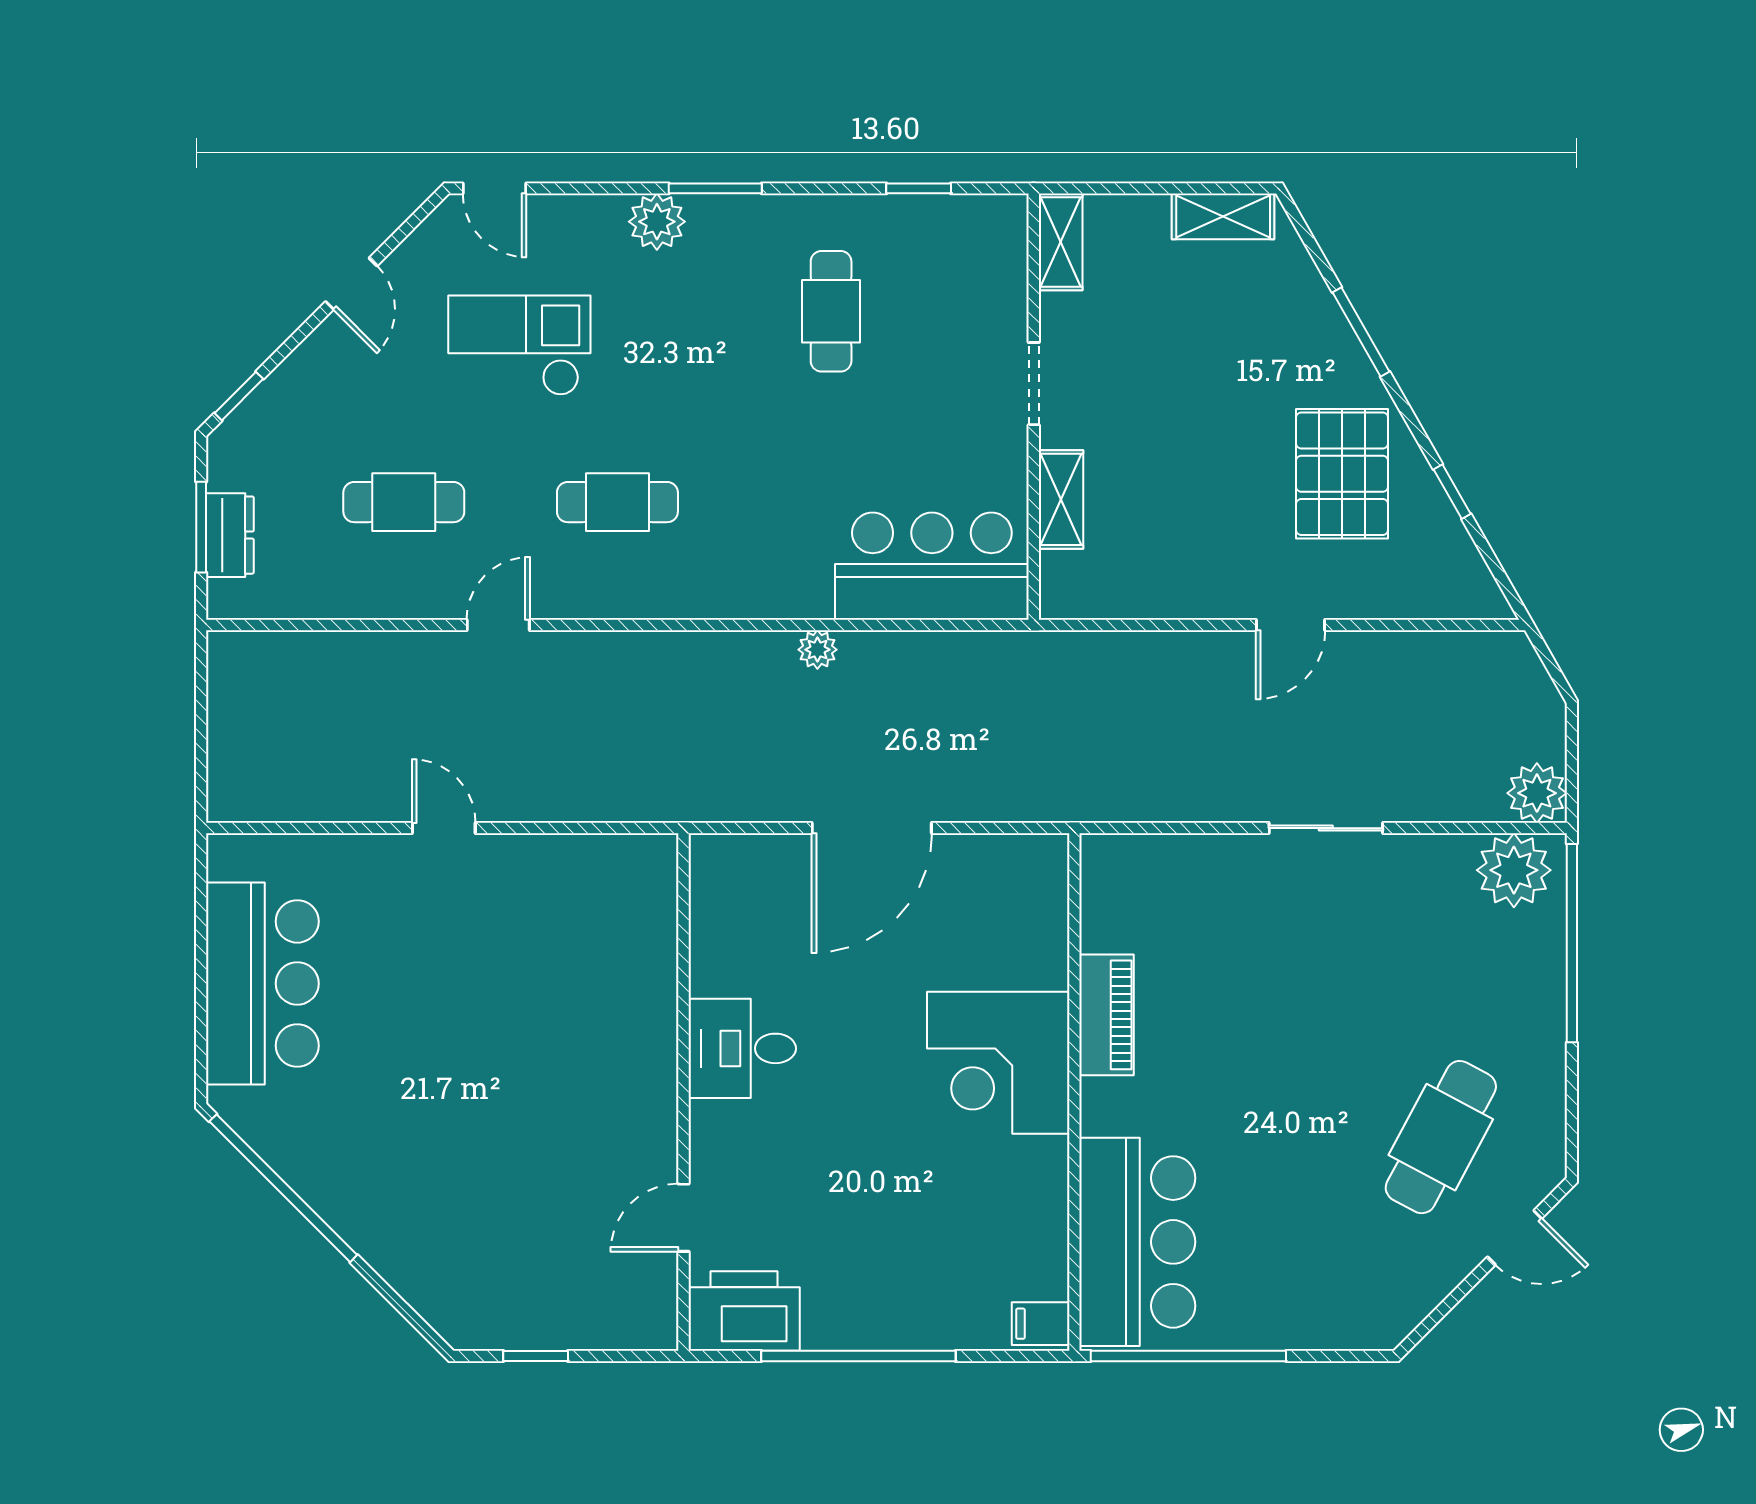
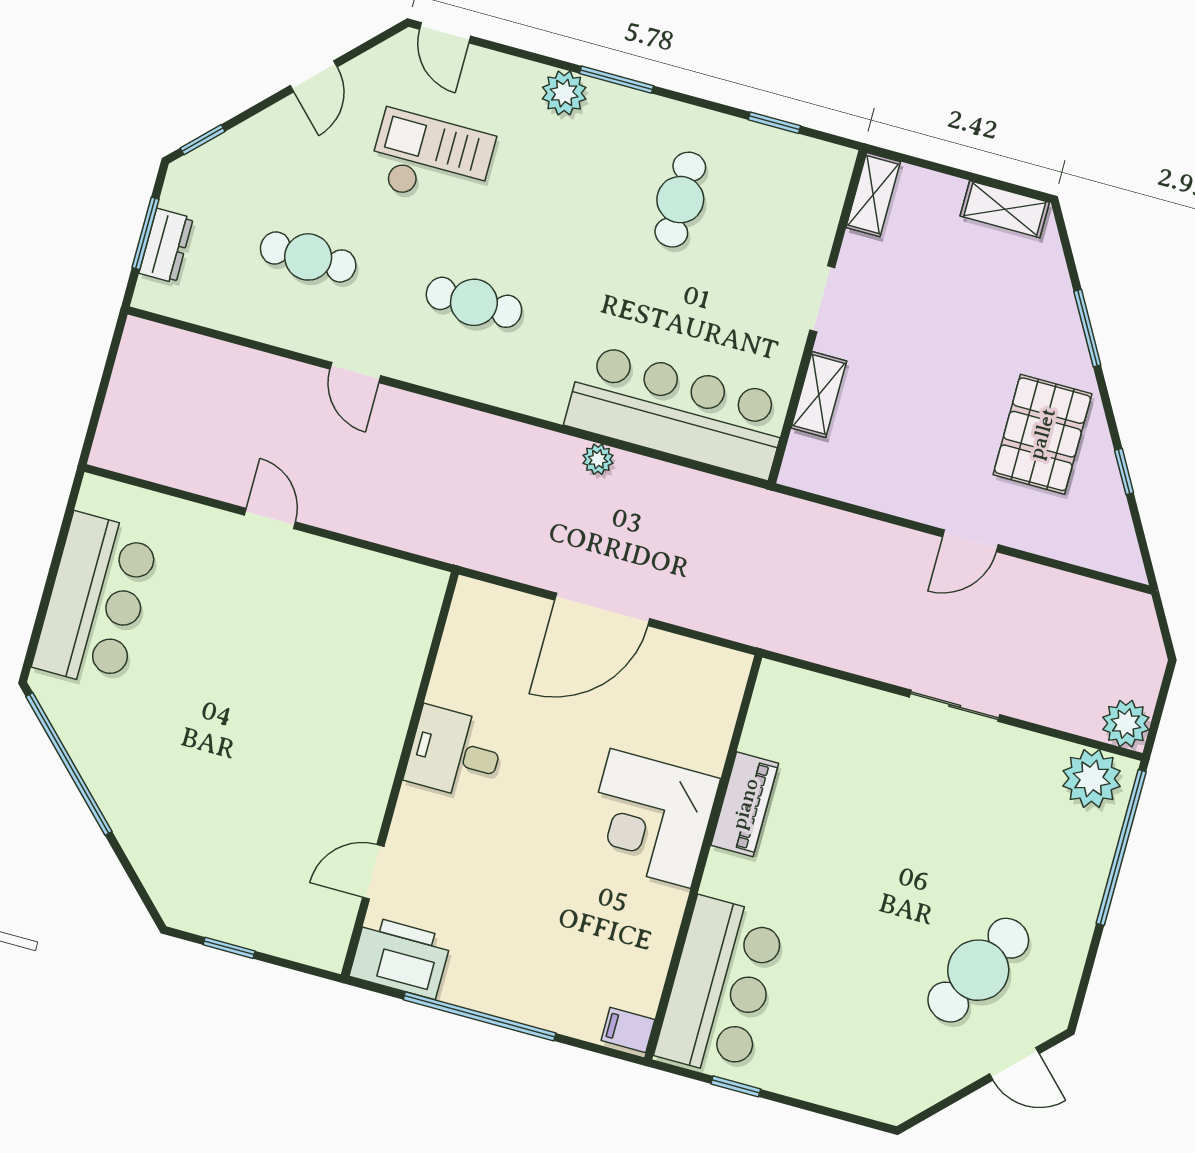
bar counter: (932, 566) -> (677, 411), width x1.36
door: (498, 625) -> (355, 372), swing flipped
window: (1188, 1356) -> (736, 1086), width x0.32

